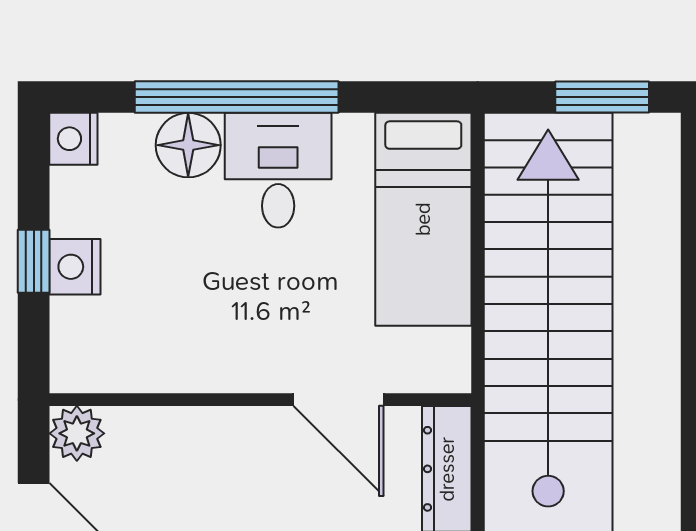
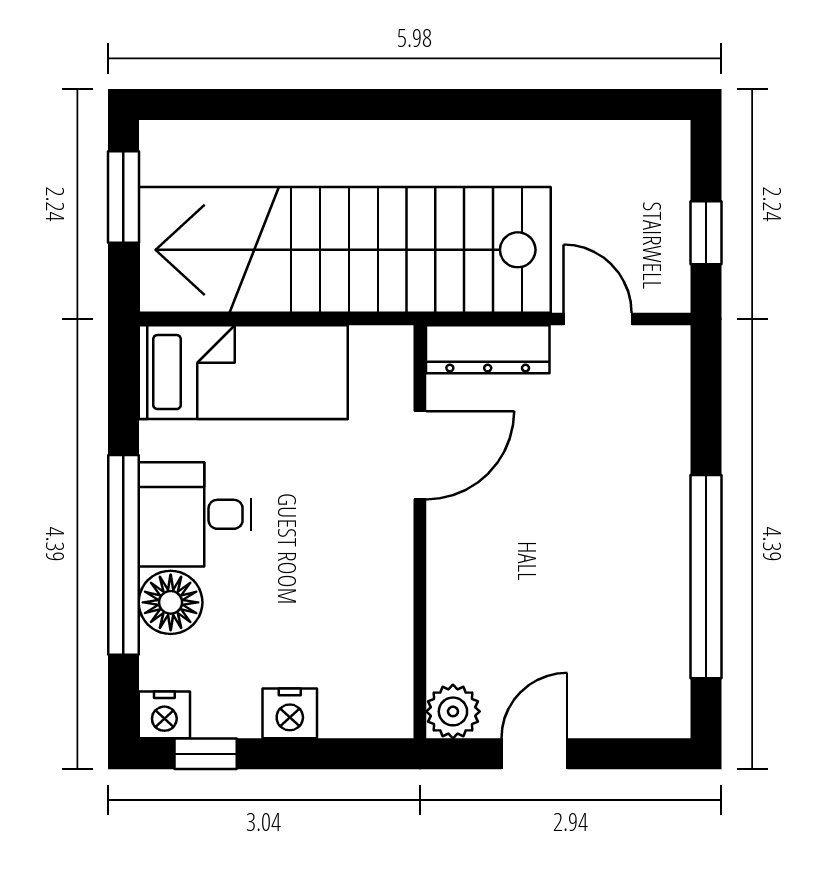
window: (34, 261) -> (206, 754), moved

